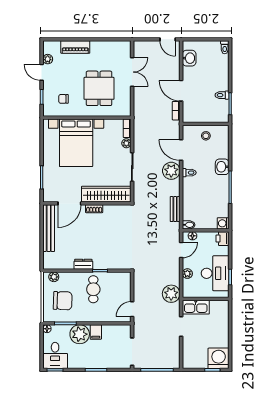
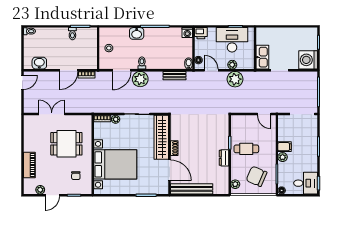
plant: (171, 294) -> (235, 79), moved
chair: (63, 301) -> (257, 176), turned -69
plant: (80, 334) -> (283, 157), width x0.53, depth x0.53
washing machine: (219, 358) -> (308, 60), moved

